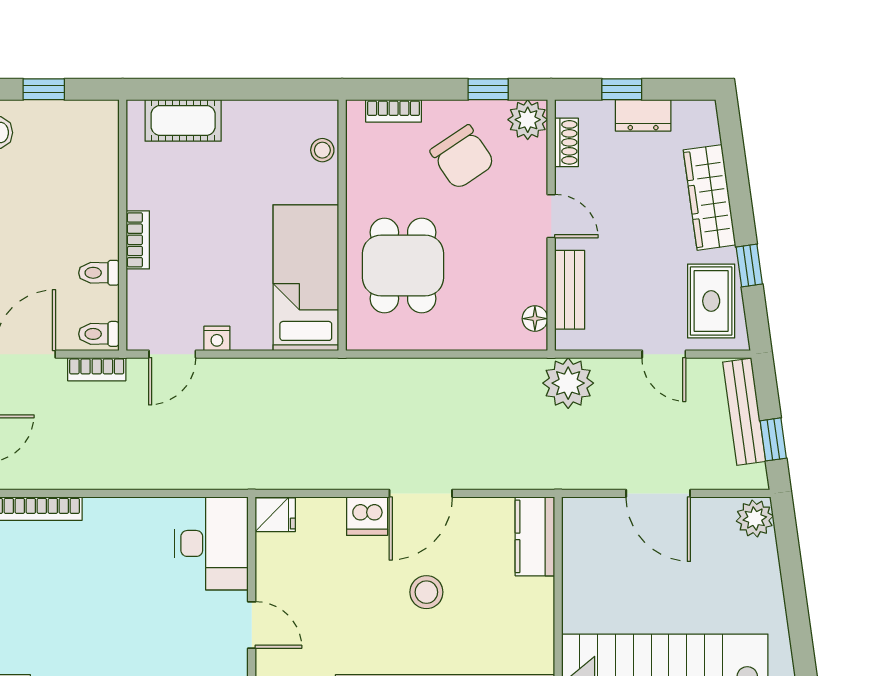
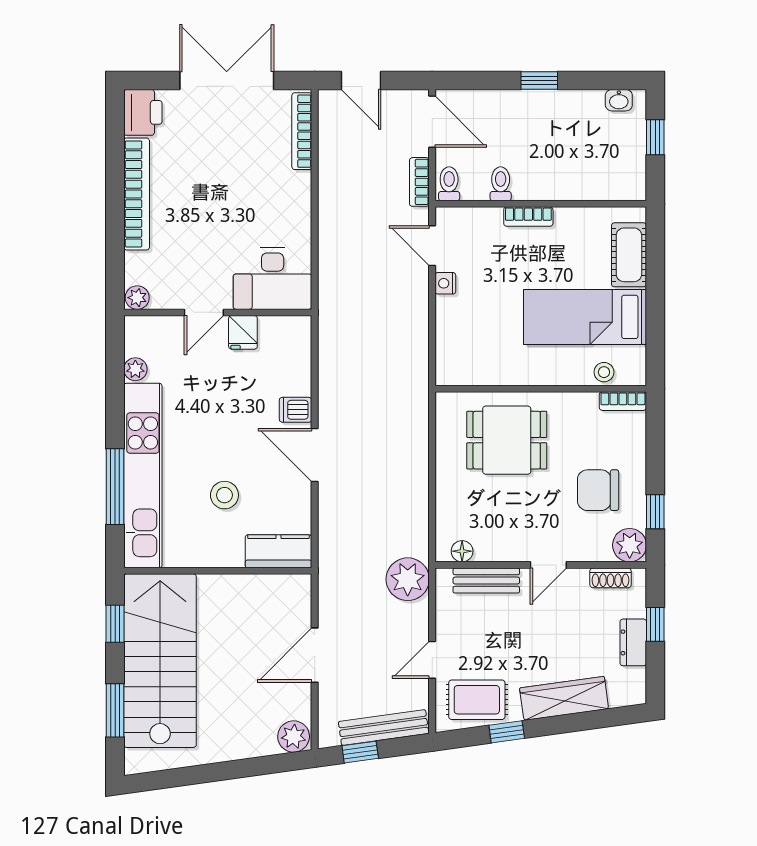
bookcase: (394, 111) -> (623, 401), moved, turned -90
chair: (462, 157) -> (598, 490), turned 34
bed: (306, 278) -> (585, 317), moved, turned 180
fridge: (275, 515) -> (243, 332), moved
dishwasher: (367, 516) -> (296, 410), width x0.73
stool: (426, 592) -> (224, 495), moved

